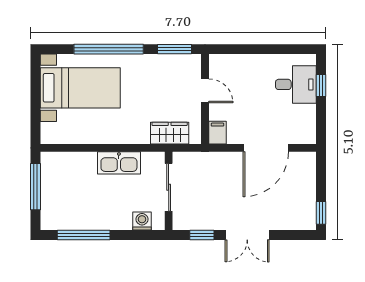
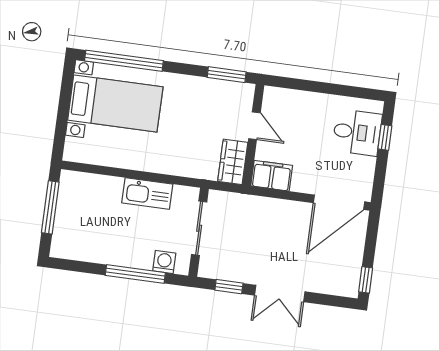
window: (109, 49) -> (124, 61), moved
wardrobe: (170, 133) -> (233, 162), moved, turned -90
filing cabinet: (217, 133) -> (272, 176), width x2.00
door: (266, 148) -> (339, 202), moved
window: (84, 235) -> (135, 274), moved

